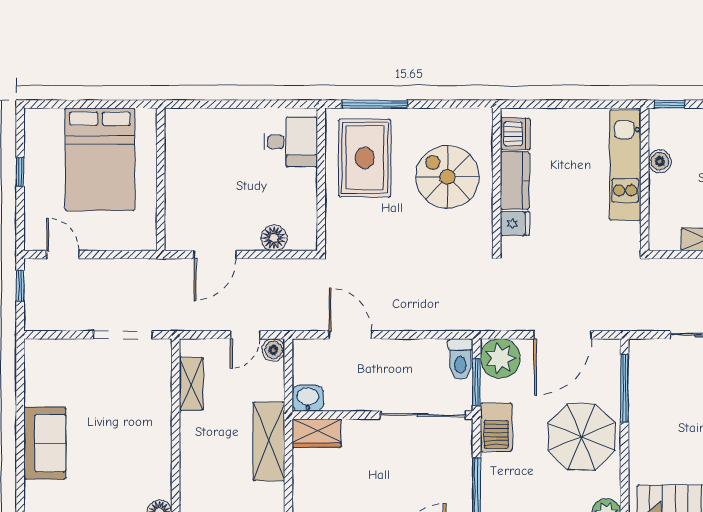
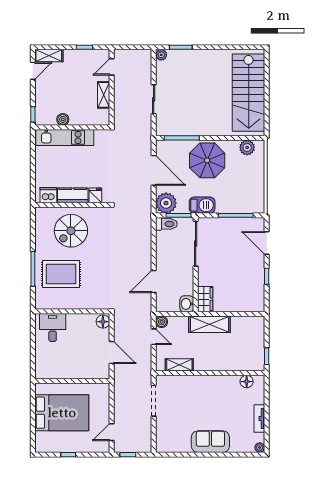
desk: (290, 142) -> (53, 327), moved
wall: (321, 179) -> (72, 311), moved

